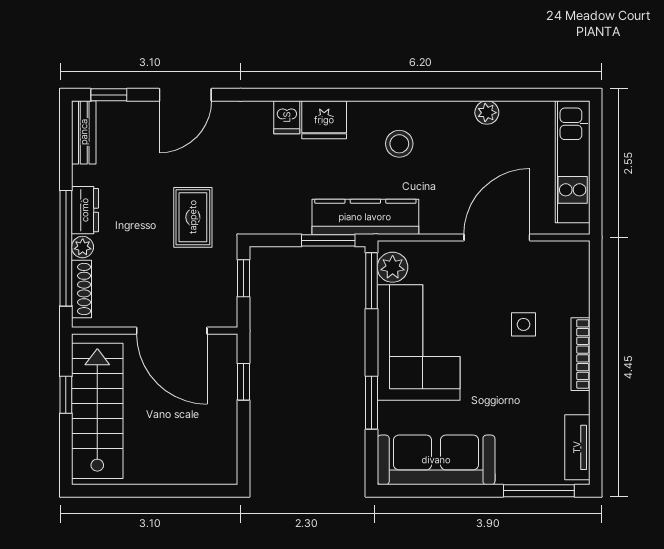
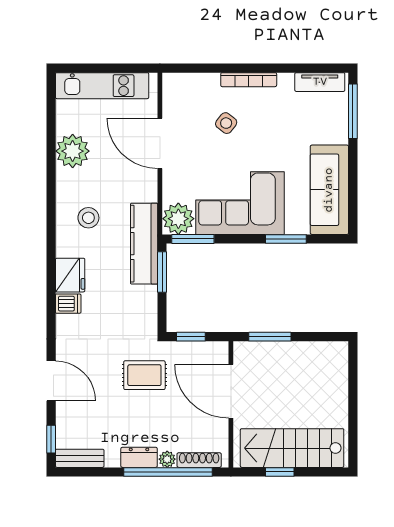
plant: (487, 113) -> (73, 151), width x1.87, depth x1.87
plant: (393, 267) -> (178, 219), width x1.36, depth x1.36
side table: (524, 324) -> (226, 123), turned 38
door: (172, 331) -> (231, 391), swing flipped
window: (243, 382) -> (270, 337), width x1.50

